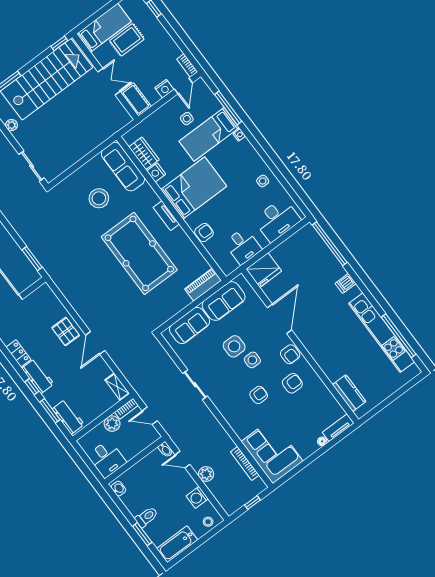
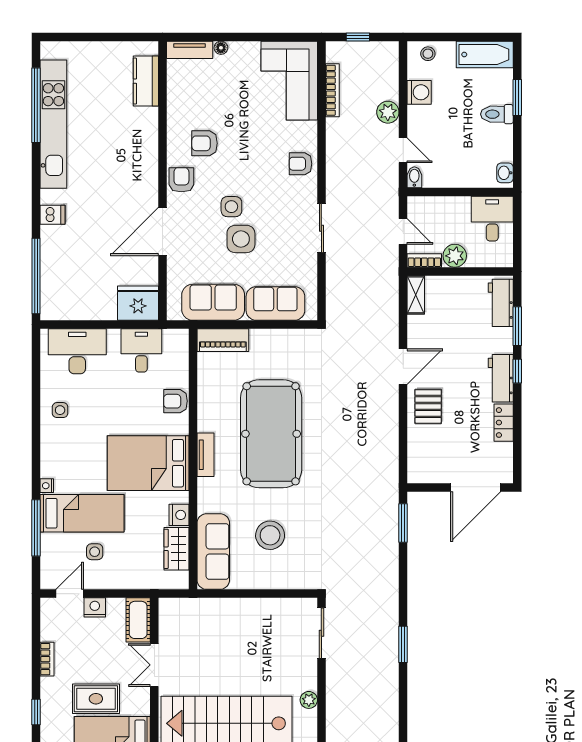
bookcase: (187, 65) -> (47, 659), moved
armchair: (259, 395) -> (300, 164), moved

